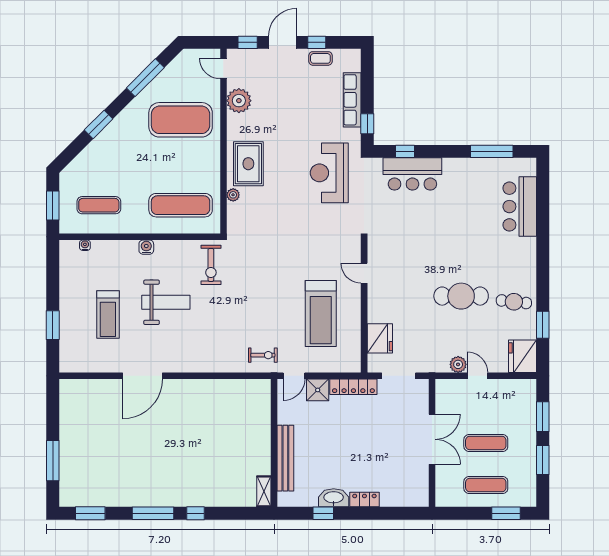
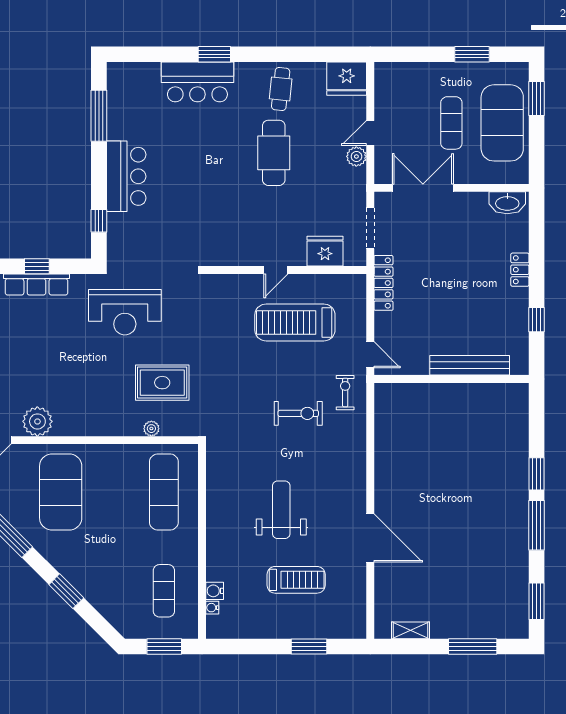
window: (367, 124) -> (37, 266), moved
rug: (248, 164) -> (162, 383), moved
bar counter: (412, 174) -> (126, 176), moved
bar counter: (520, 207) -> (197, 82), moved
water cooler: (146, 247) -> (215, 591), moved
exercise bike: (211, 265) -> (298, 413), moved
door: (364, 273) -> (276, 270), moved
treadmill: (321, 314) -> (295, 322), turned 180
window: (543, 325) -> (214, 54), moved
shower: (318, 390) -> (387, 326), removed
window: (543, 417) -> (419, 54), removed
double door: (432, 439) -> (423, 188), moved
exercise mat: (486, 485) -> (502, 123), width x2.00, depth x1.45
shelving: (264, 491) -> (410, 630), moved
washbasin: (334, 498) -> (507, 203), moved, turned -90
window: (195, 513) -> (536, 474), width x1.50

